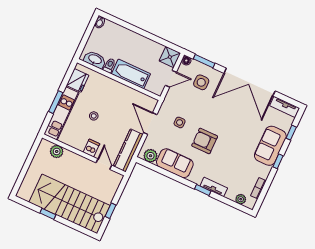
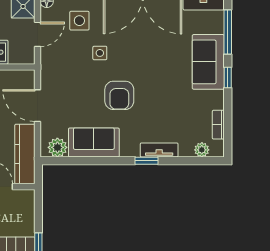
side table: (180, 122) -> (100, 53), moved
window: (291, 133) -> (228, 32), width x2.17
armchair: (205, 141) -> (119, 95), turned -90

